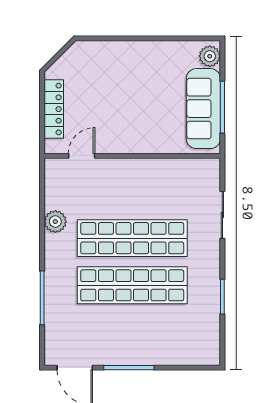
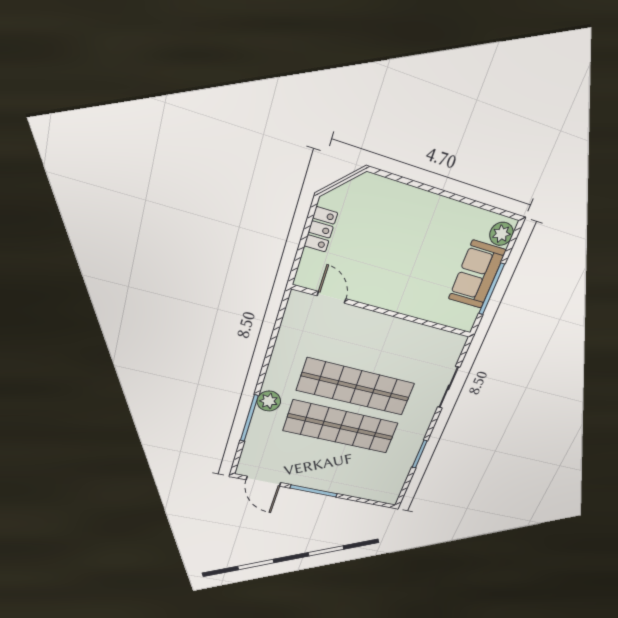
locker: (54, 109) -> (321, 229), width x0.66
sofa: (203, 109) -> (477, 275), width x0.73
door: (82, 156) -> (332, 297), hinge flipped
plant: (55, 222) -> (269, 401), moved

